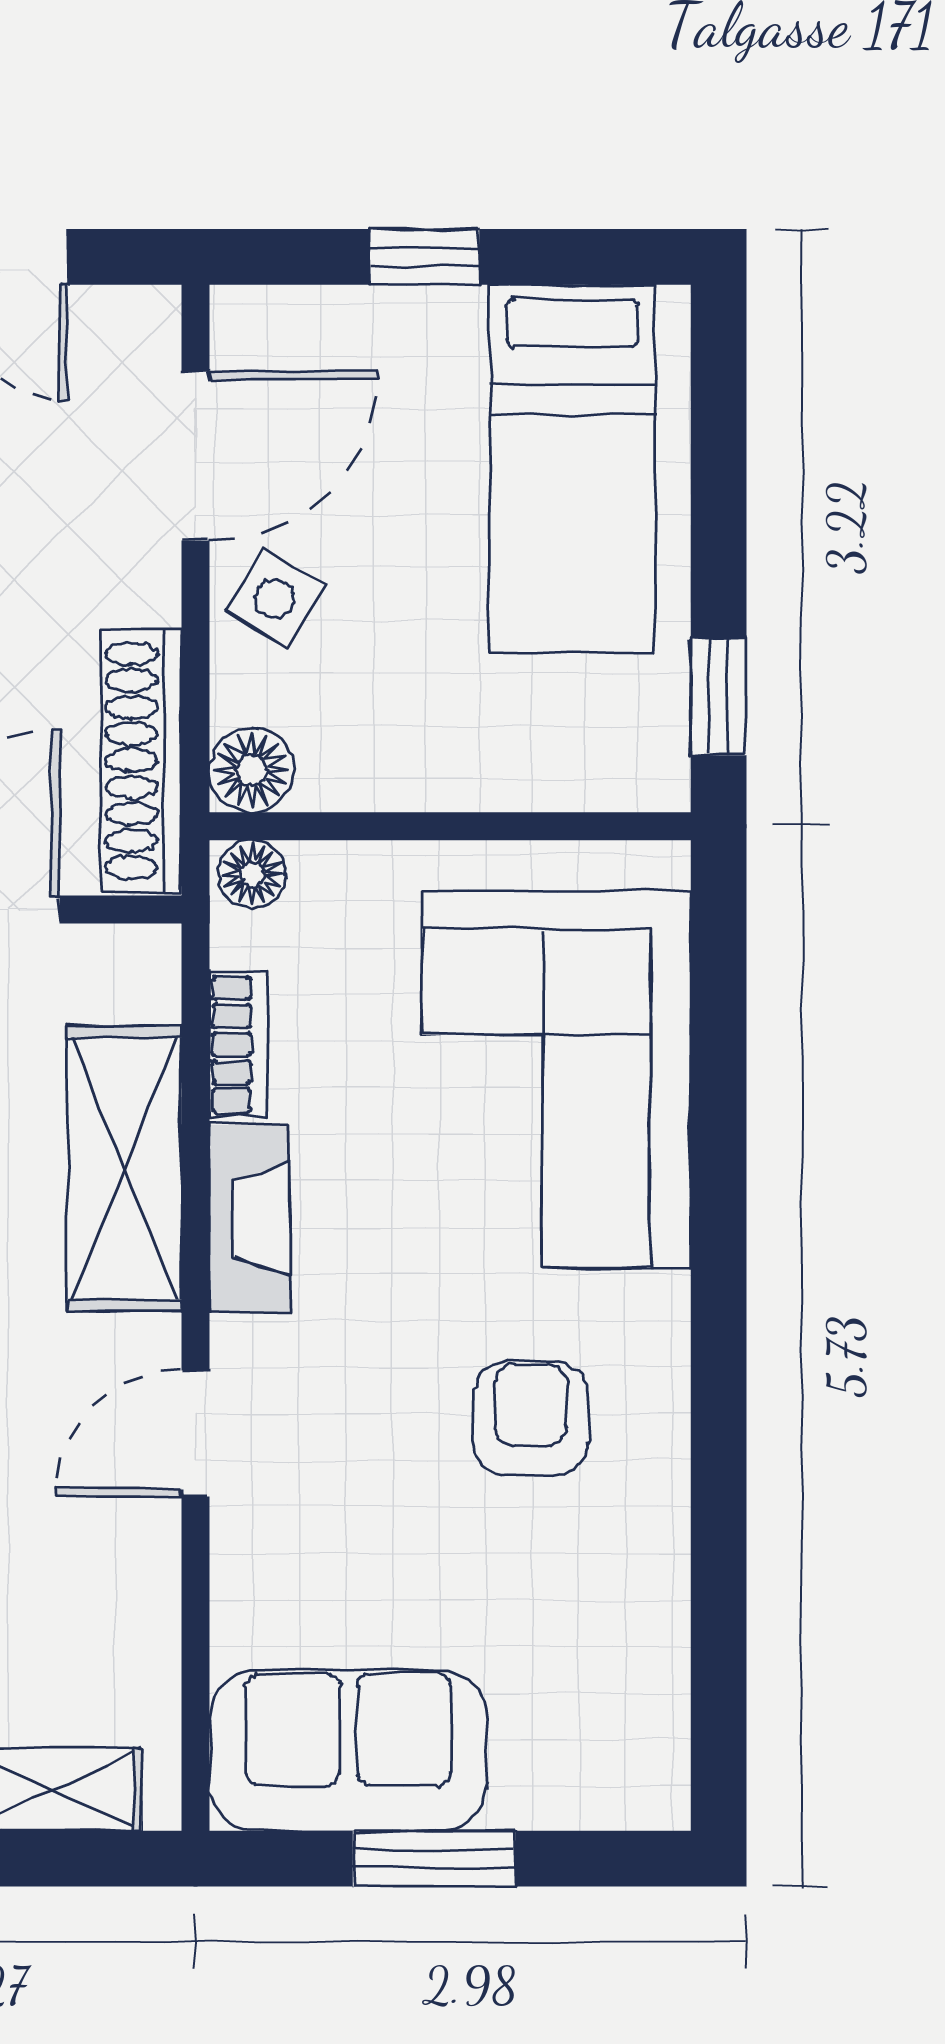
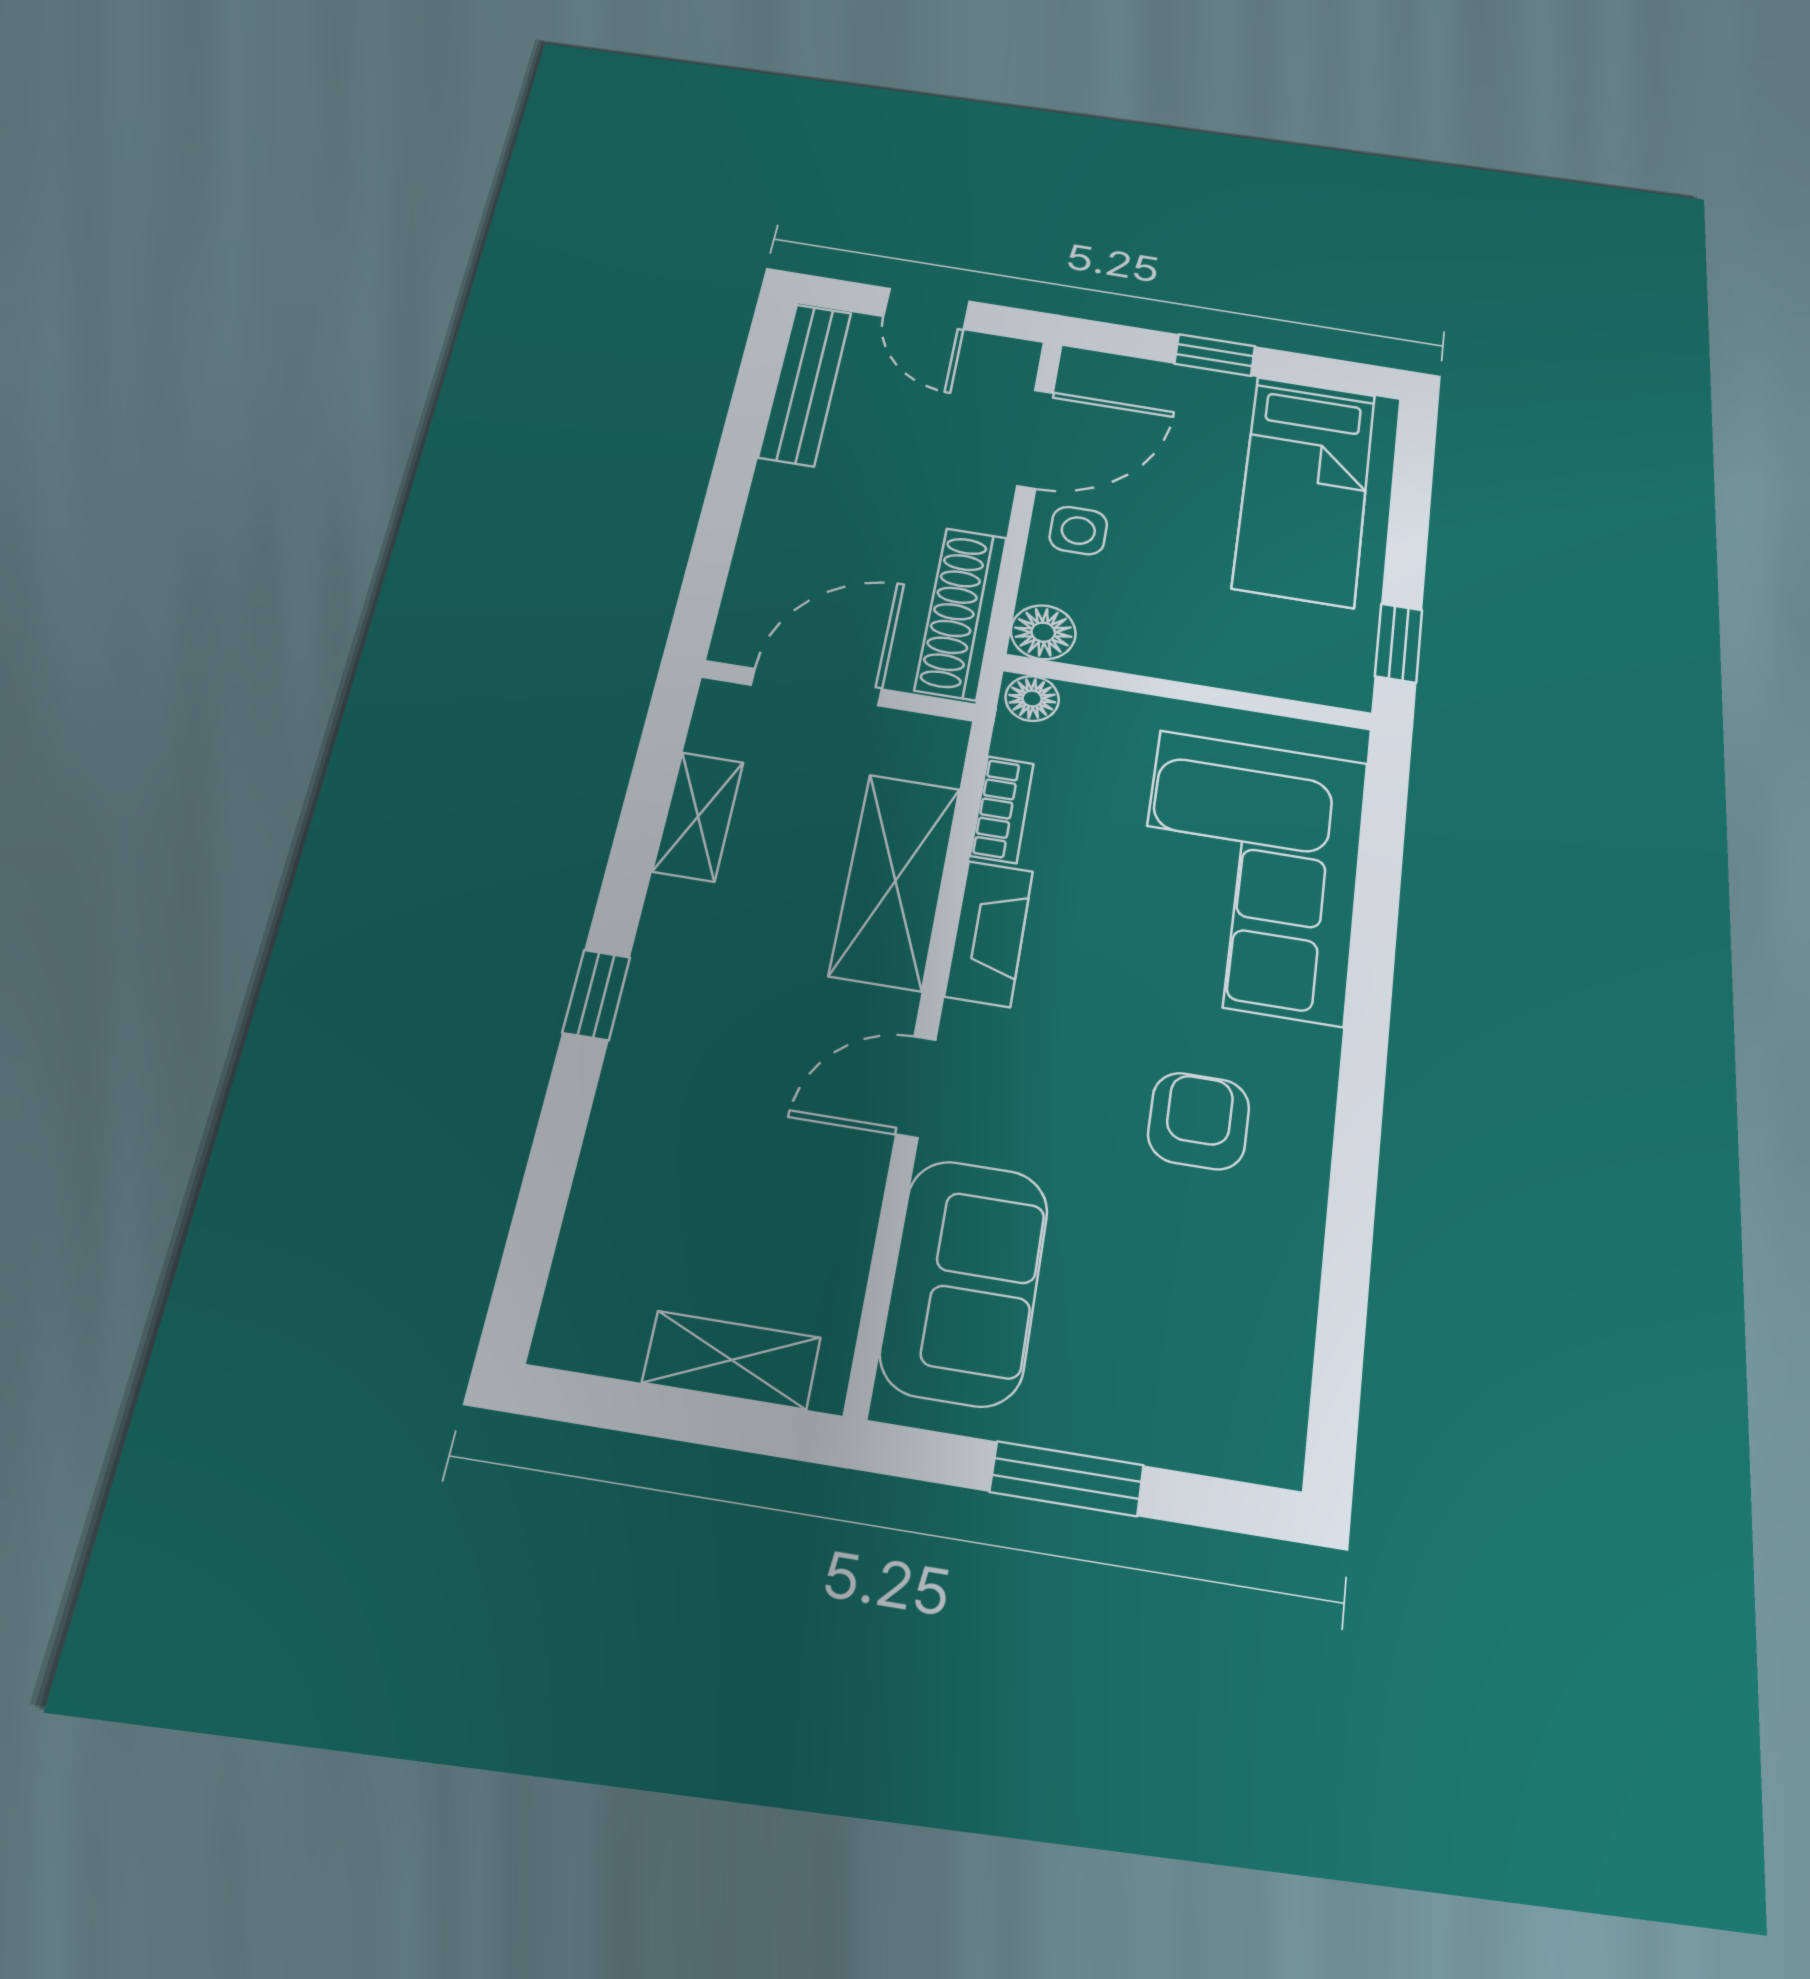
side table: (275, 598) -> (1078, 531), turned -31
sofa: (348, 1750) -> (965, 1282), moved, turned 90

